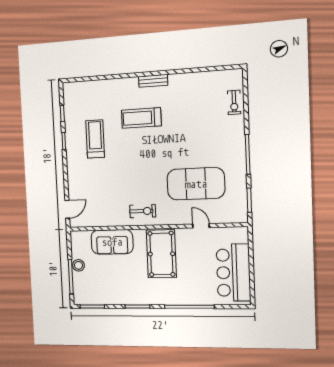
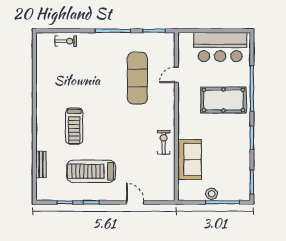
bench: (153, 81) -> (41, 164), moved
treadmill: (95, 139) -> (91, 171), width x1.37, depth x1.38
exercise mat: (196, 184) -> (137, 78), width x0.68
door: (67, 209) -> (135, 202), moved
exercise bike: (143, 211) -> (164, 142), moved
pool table: (161, 254) -> (223, 100), moved

